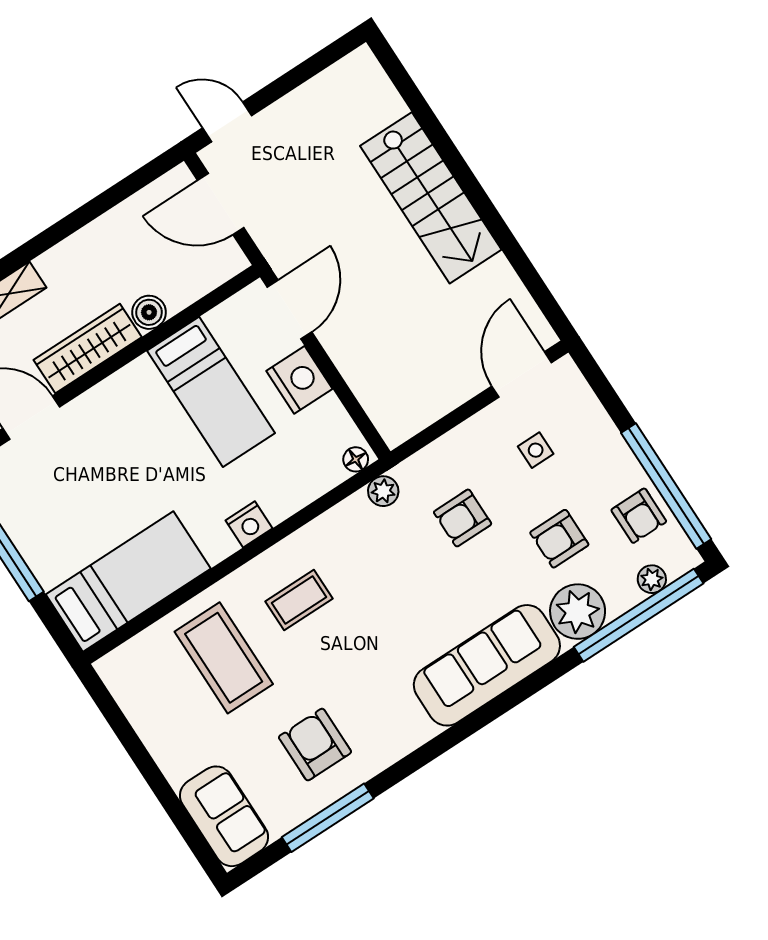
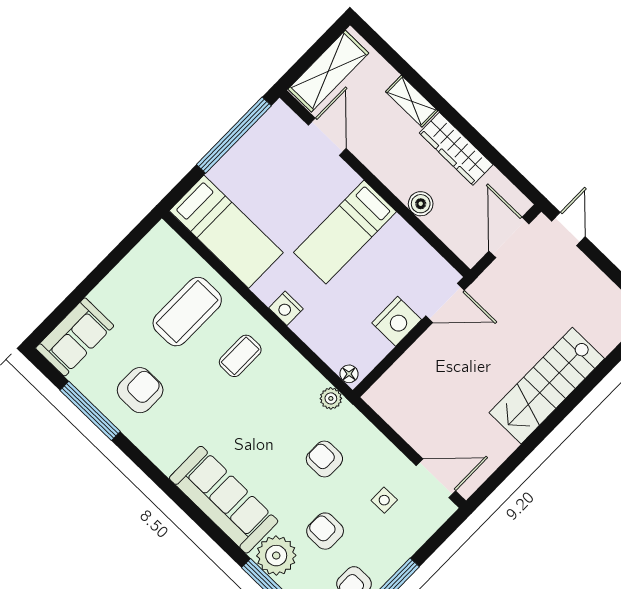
wardrobe: (88, 348) -> (456, 149), moved, turned 180
bed: (211, 392) -> (345, 232), moved
coffee table: (299, 600) -> (240, 356), turned 90

